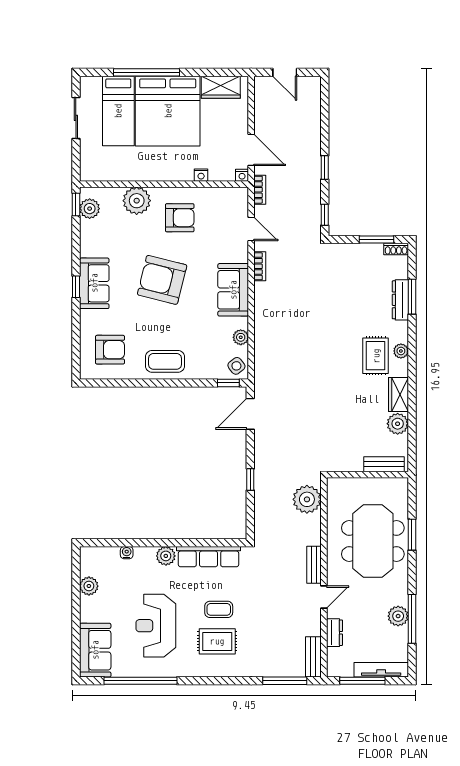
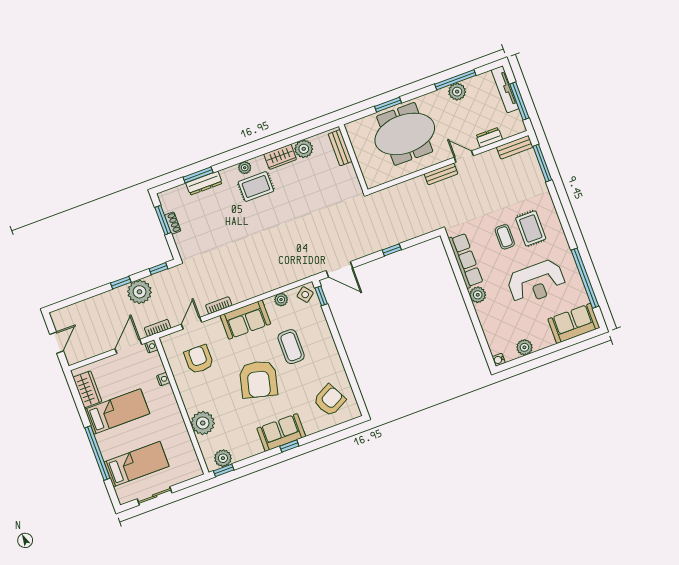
bed: (168, 111) -> (117, 411), width x0.49
armchair: (180, 218) -> (199, 359), moved
shoe rack: (396, 249) -> (173, 223), moved
armchair: (110, 350) -> (330, 400), turned 62
coffee table: (165, 361) -> (291, 347), moved
plant: (307, 499) -> (140, 292), moved
water cooler: (127, 553) -> (499, 360), moved

